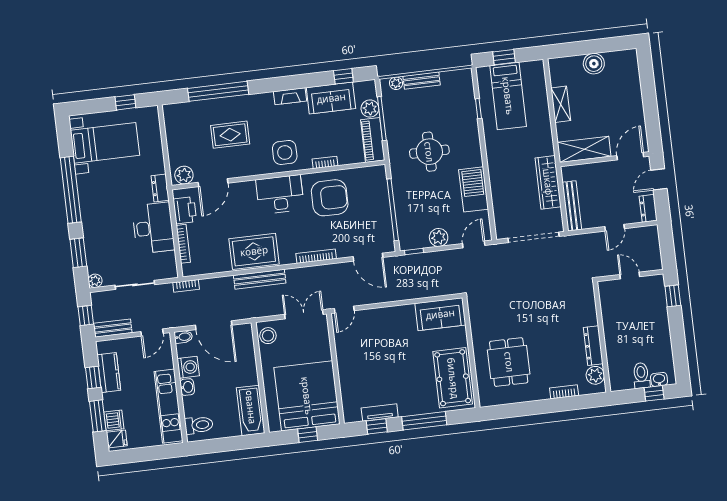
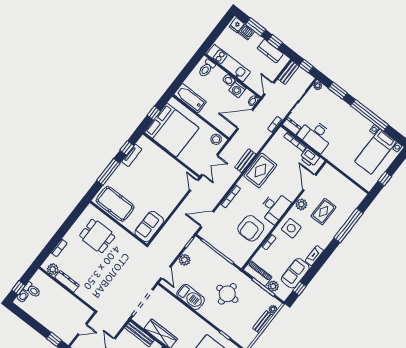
plant: (184, 175) -> (301, 204), moved
dresser: (160, 188) -> (292, 126), moved
bench: (260, 279) -> (245, 161), width x0.73

